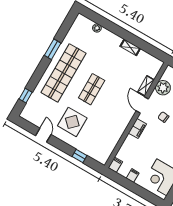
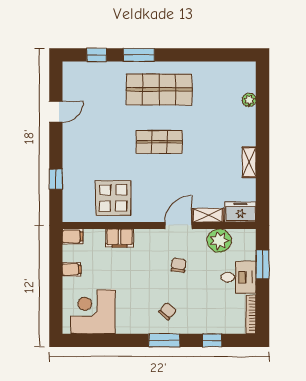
window: (53, 49) -> (139, 55), moved
freezer: (154, 68) -> (240, 212), added
shop shelf: (64, 73) -> (159, 90), width x0.71
display table: (72, 122) -> (113, 198), moved
filing cabinet: (137, 129) -> (120, 238), moved

